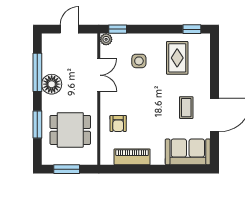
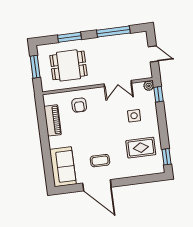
floor lamp: (52, 84) -> (105, 45), removed
armchair: (118, 123) -> (79, 105), turned -90
dining table: (70, 130) -> (68, 65), turned 90

